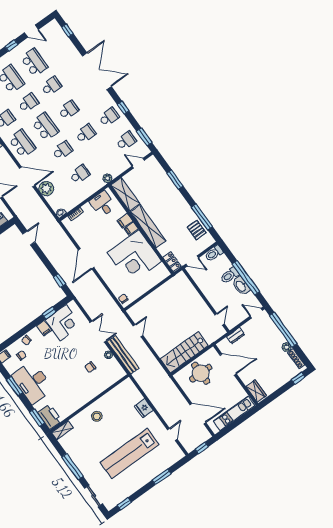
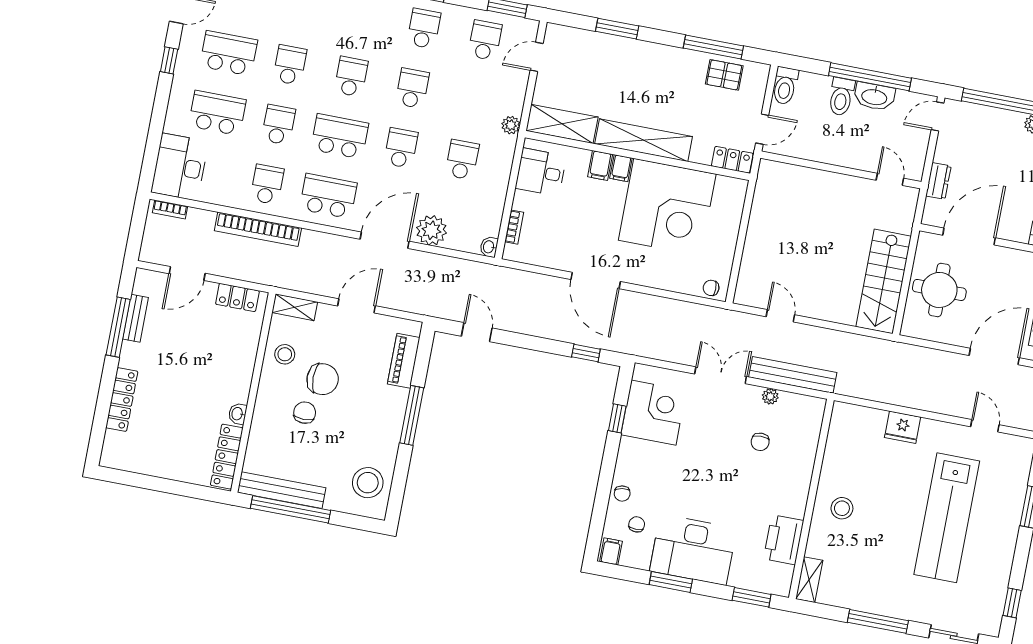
filing cabinet: (44, 328) -> (632, 449), removed
printer: (50, 417) -> (784, 540), moved, turned -90

